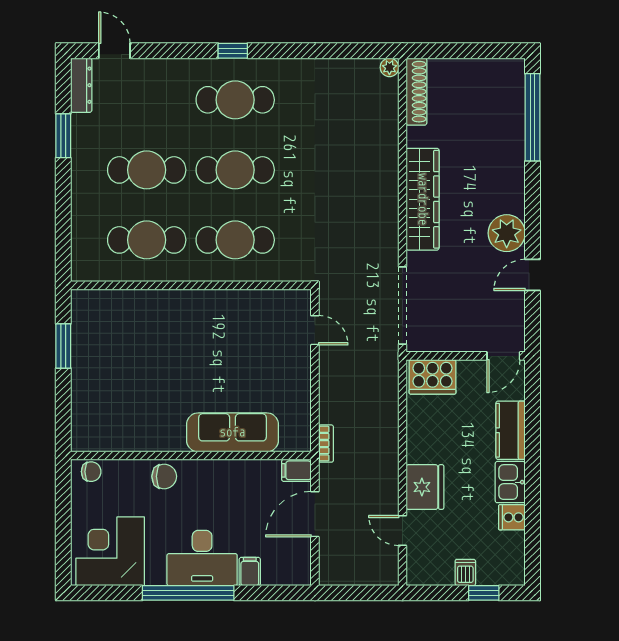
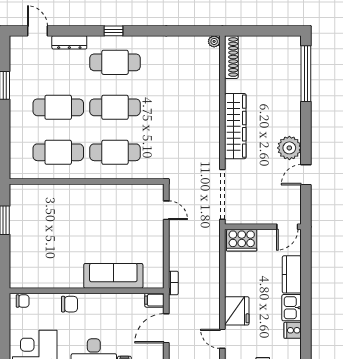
dresser: (81, 85) -> (69, 42), moved, turned 90

